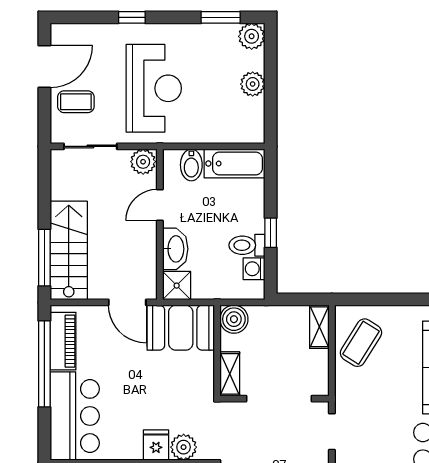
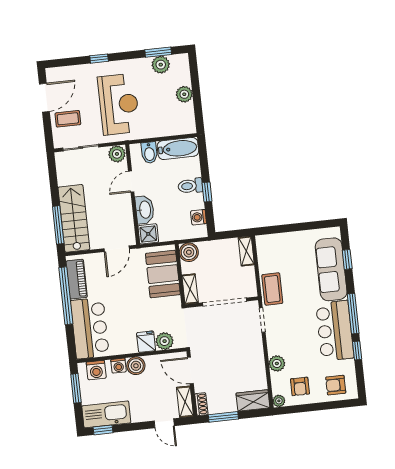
plant: (252, 36) -> (161, 65), moved
toilet: (247, 245) -> (190, 186), moved
door: (127, 302) -> (117, 249), hinge flipped
booth: (181, 328) -> (163, 274), moved, turned 90
coffee table: (361, 343) -> (272, 289), moved, turned -32

